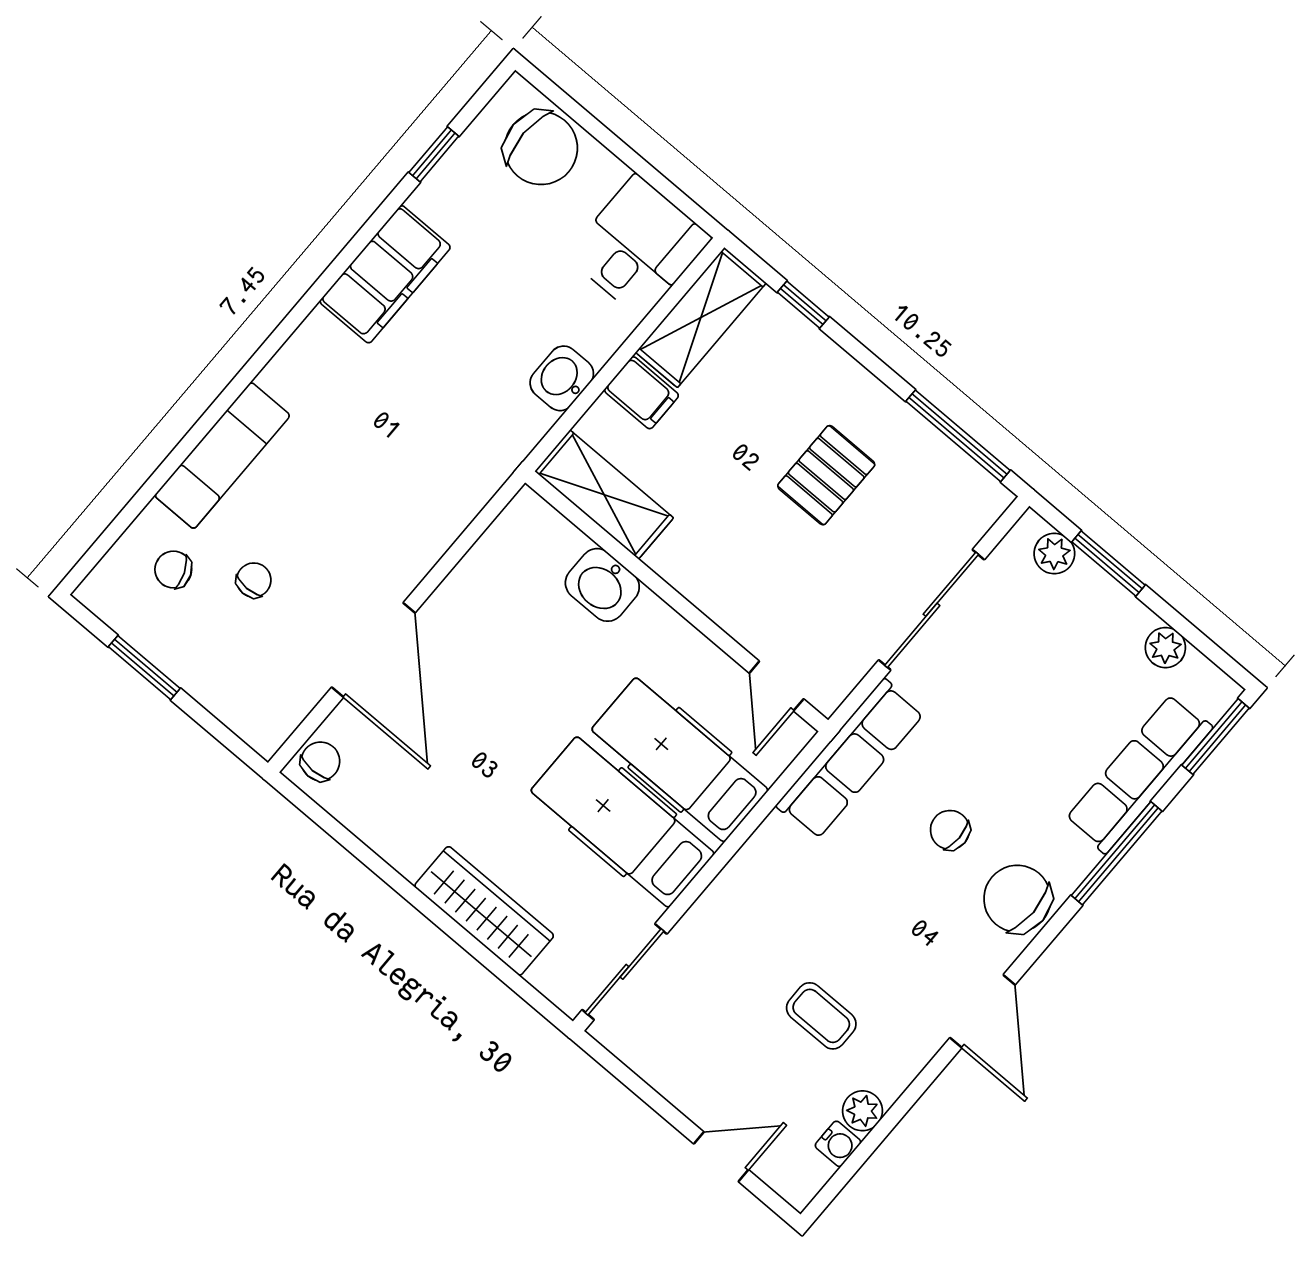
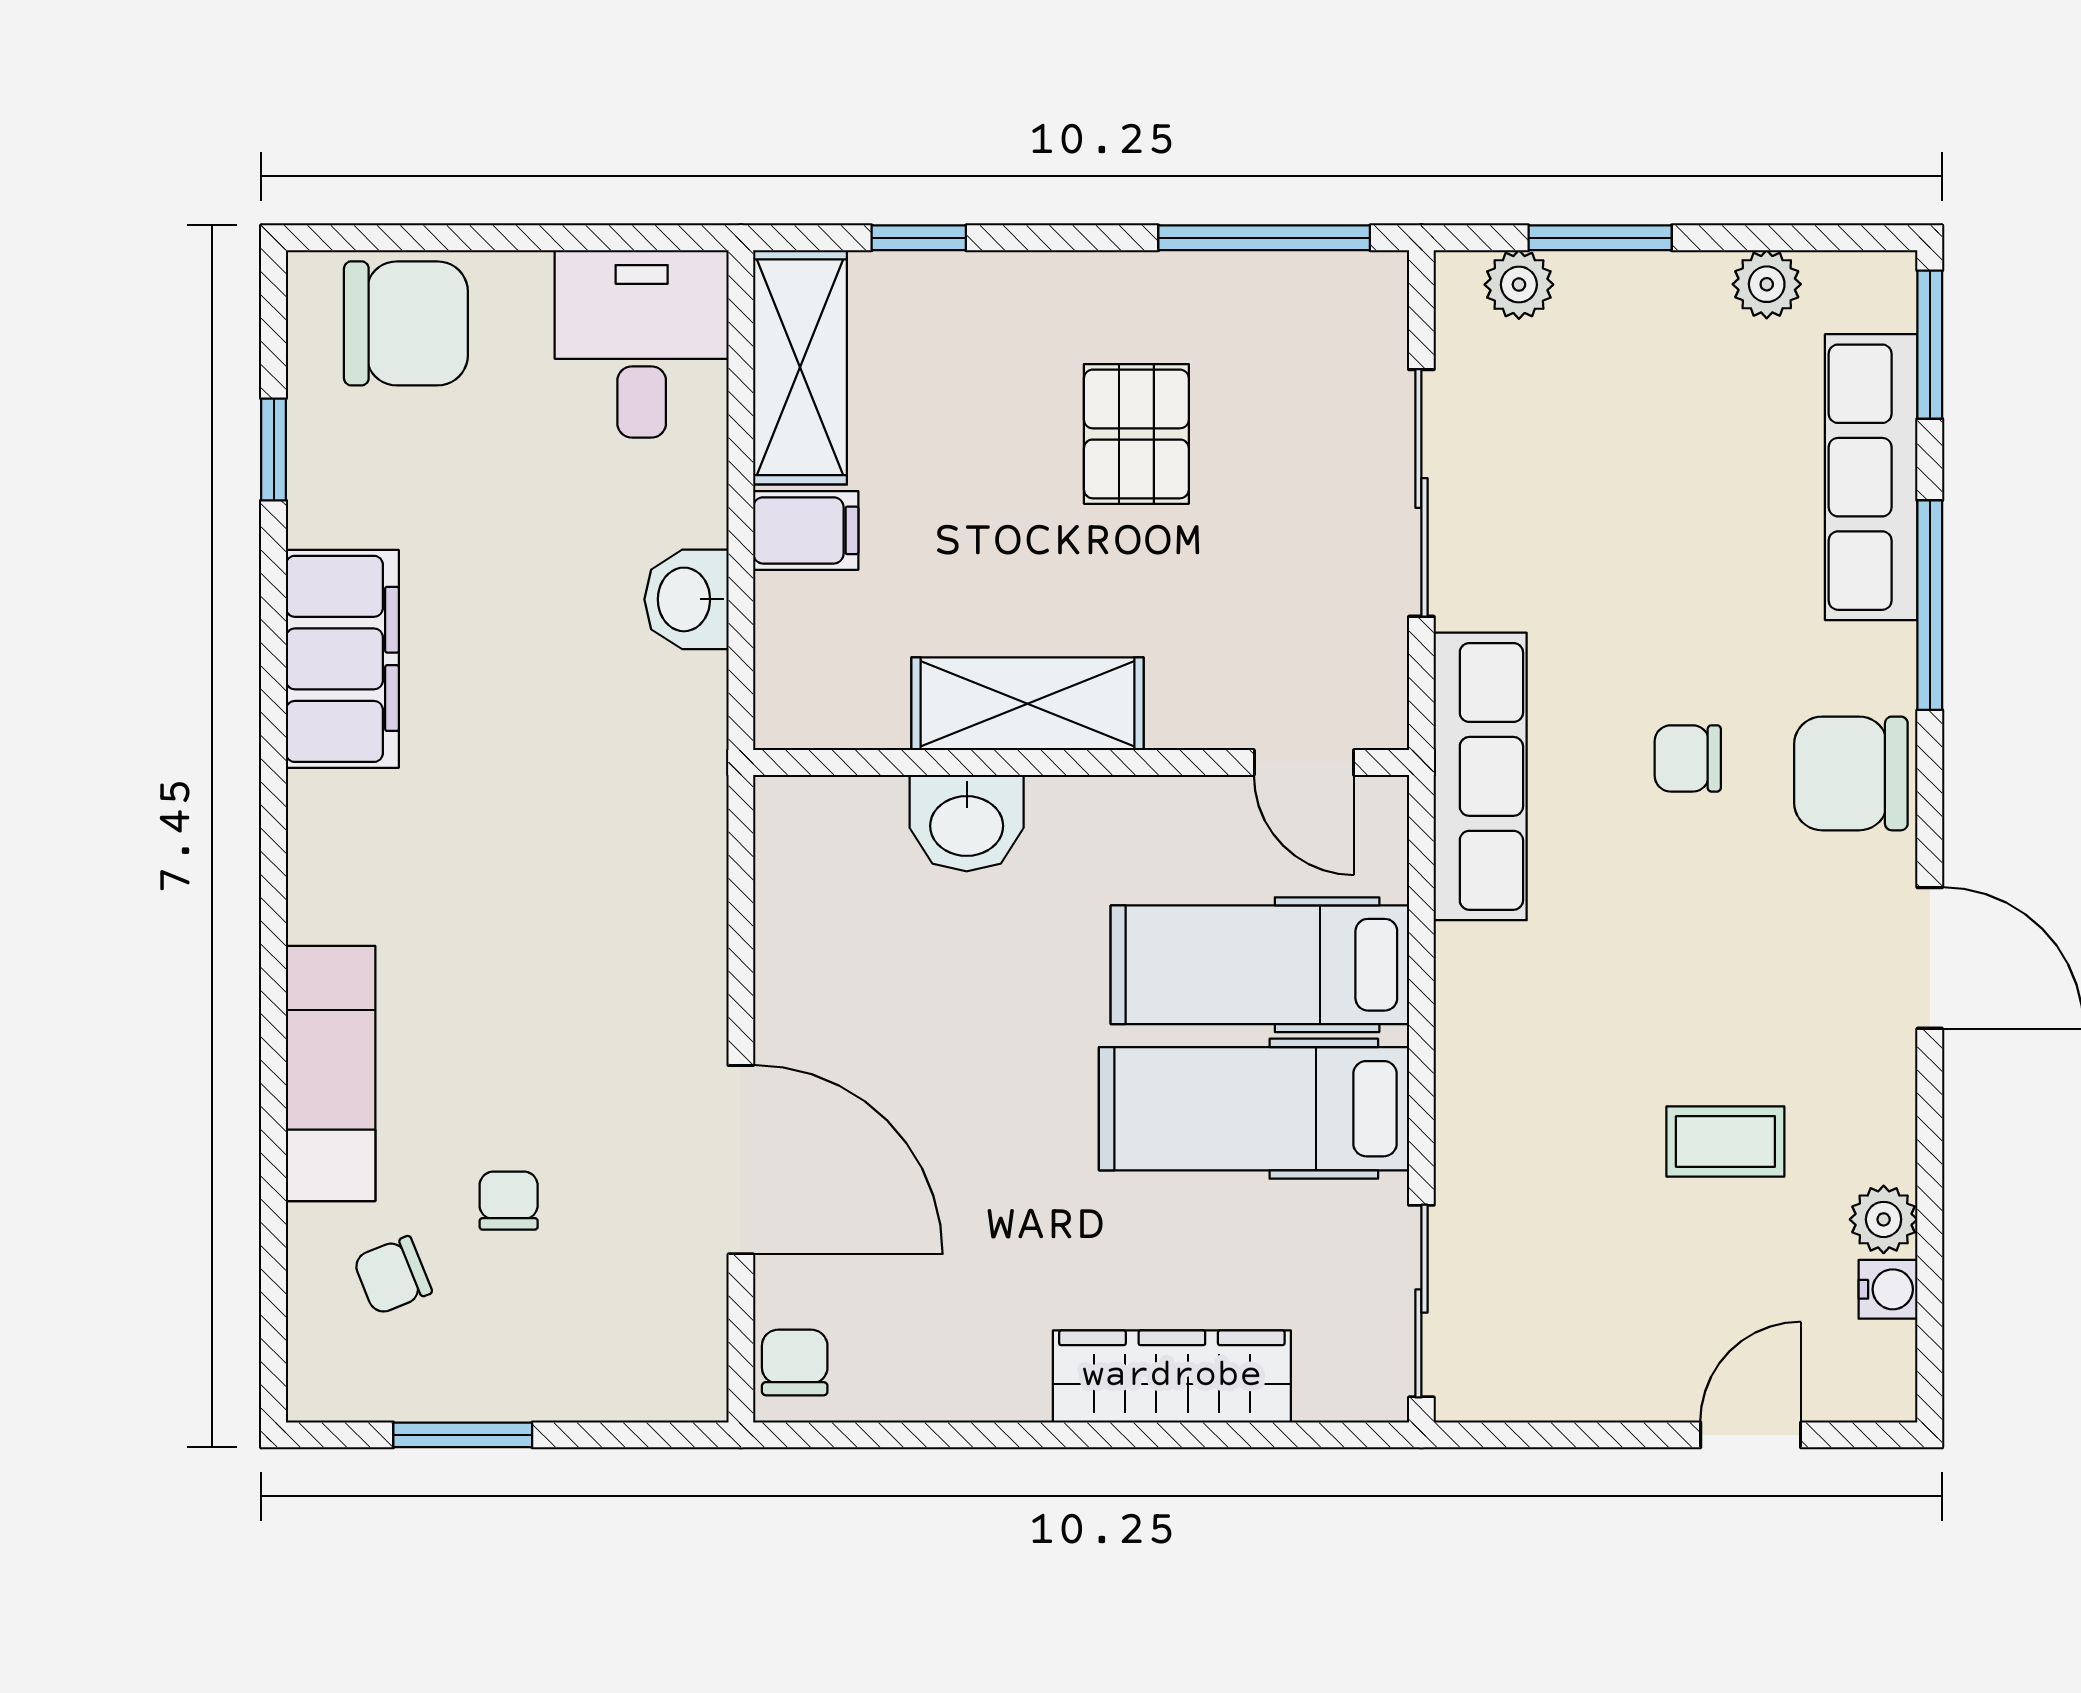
shelving: (604, 495) -> (1028, 704), moved

